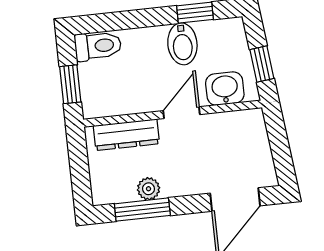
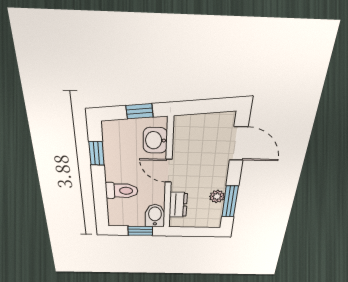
bidet: (182, 44) -> (155, 216), moved, turned -90
toilet: (98, 46) -> (122, 191), moved, turned 90
dresser: (126, 135) -> (178, 205), width x0.70

